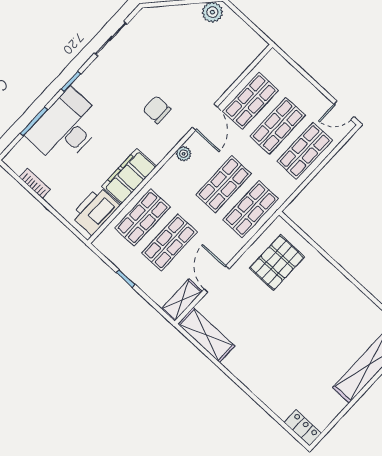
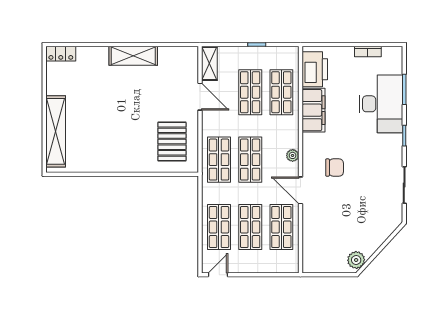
shelving: (206, 335) -> (133, 56), moved

